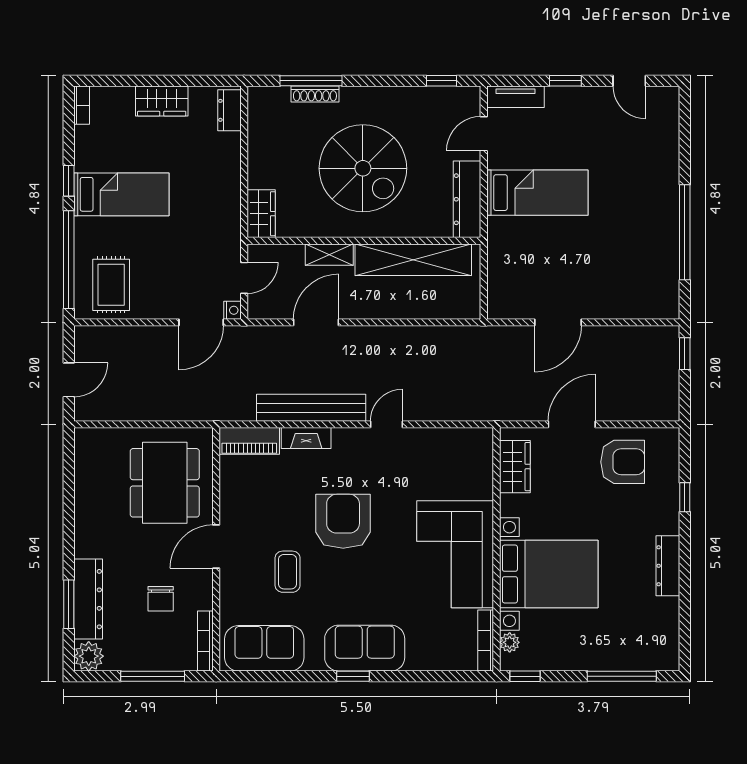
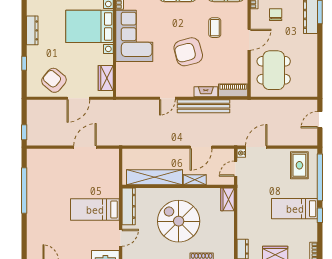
armchair: (623, 462) -> (54, 80), turned 40
armchair: (343, 521) -> (188, 52), turned 75

